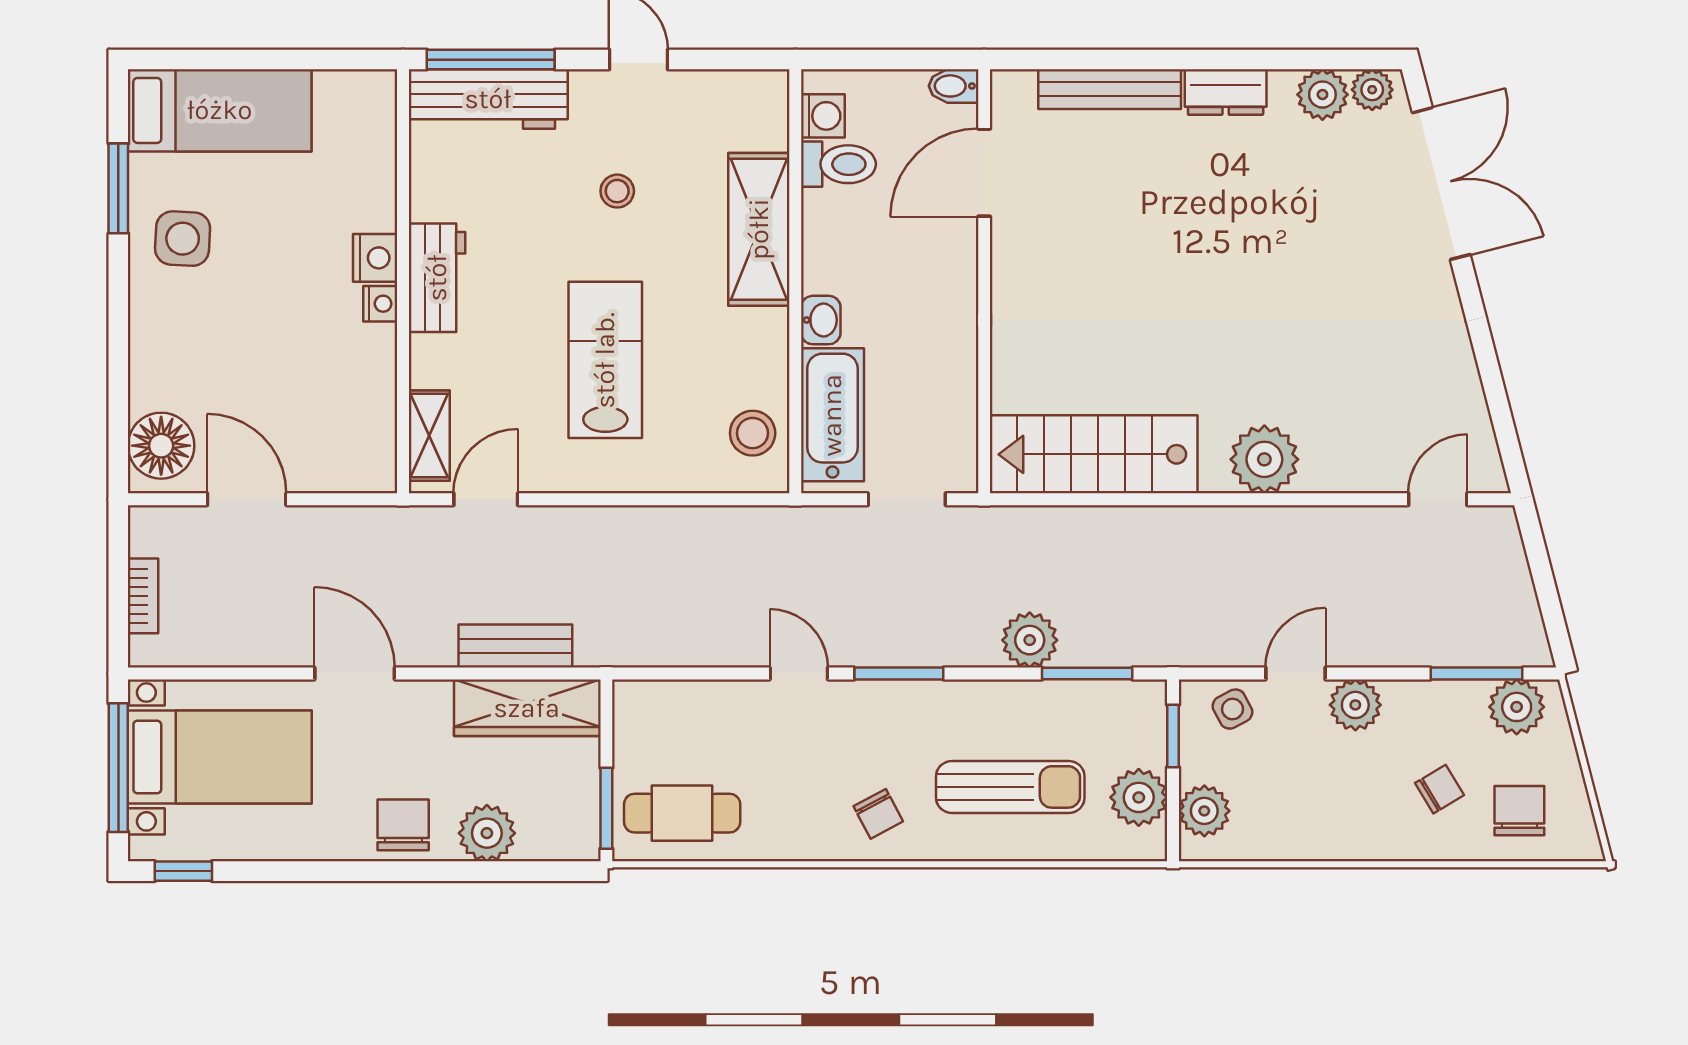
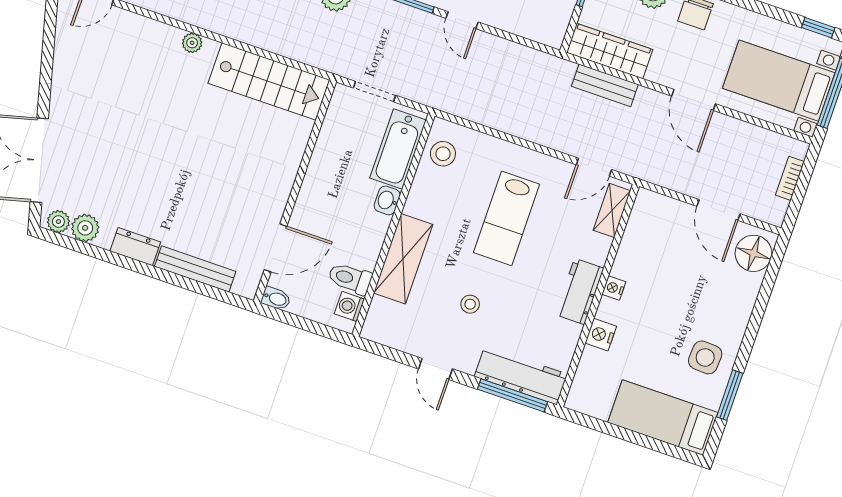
nightstand: (375, 258) -> (601, 335), moved
plant: (1264, 459) -> (192, 43), width x0.53, depth x0.53

